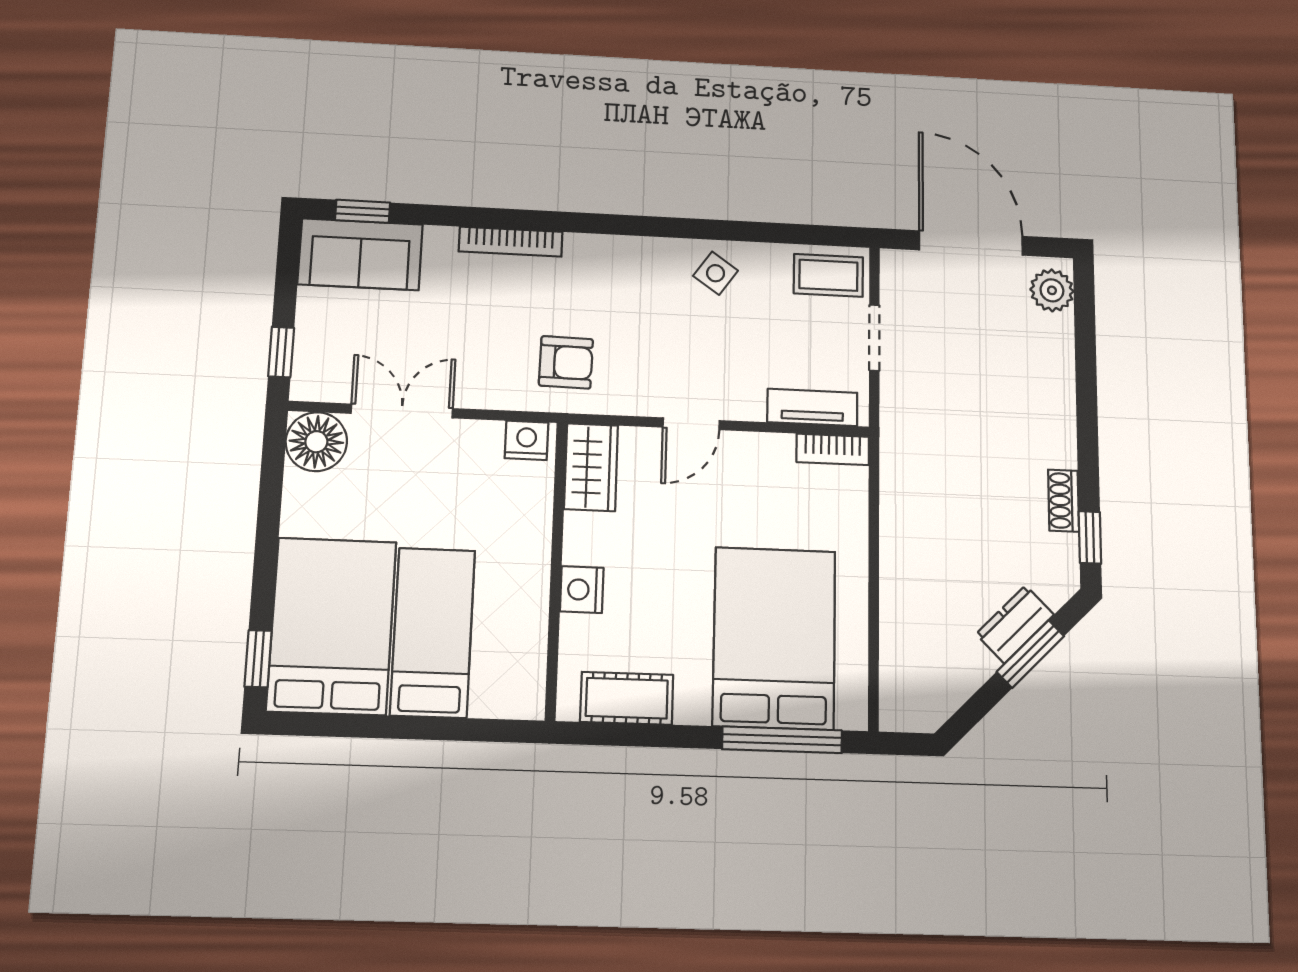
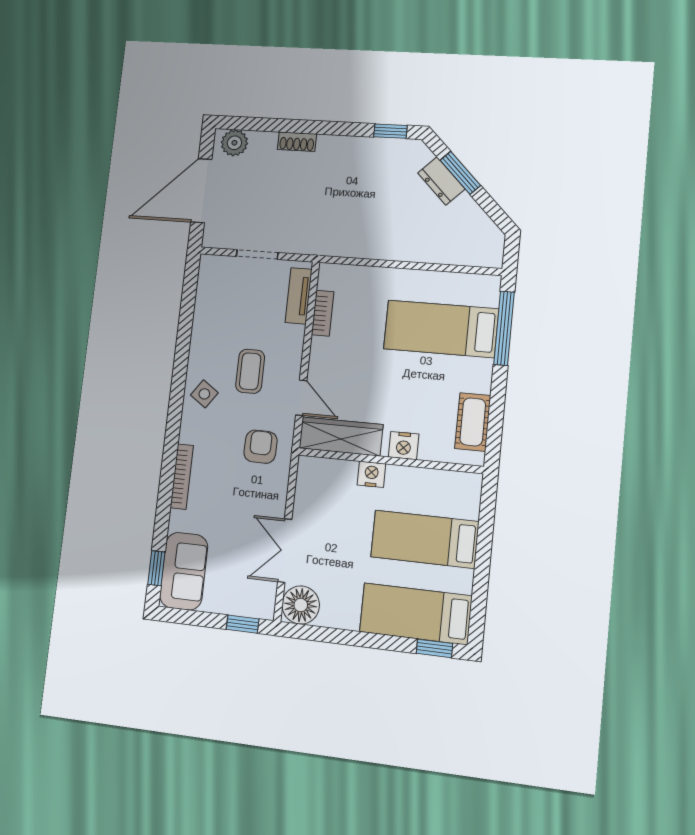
side table: (716, 273) -> (204, 394), moved
coffee table: (828, 275) -> (250, 371), moved
door: (691, 424) -> (301, 398), moved
nightstand: (527, 440) -> (371, 474), moved, turned 90
bookcase: (833, 449) -> (323, 313), moved
wardrobe: (591, 467) -> (341, 436), width x1.50
shoe rack: (1064, 501) -> (297, 142), moved
bed: (332, 626) -> (416, 614), width x0.67
bed: (774, 638) -> (441, 329), width x0.67

